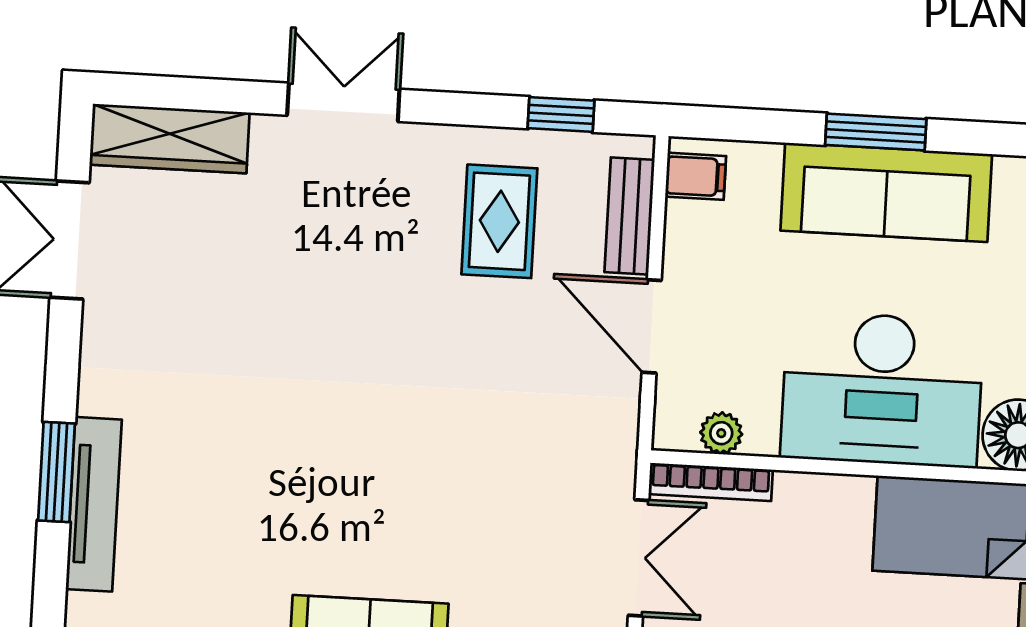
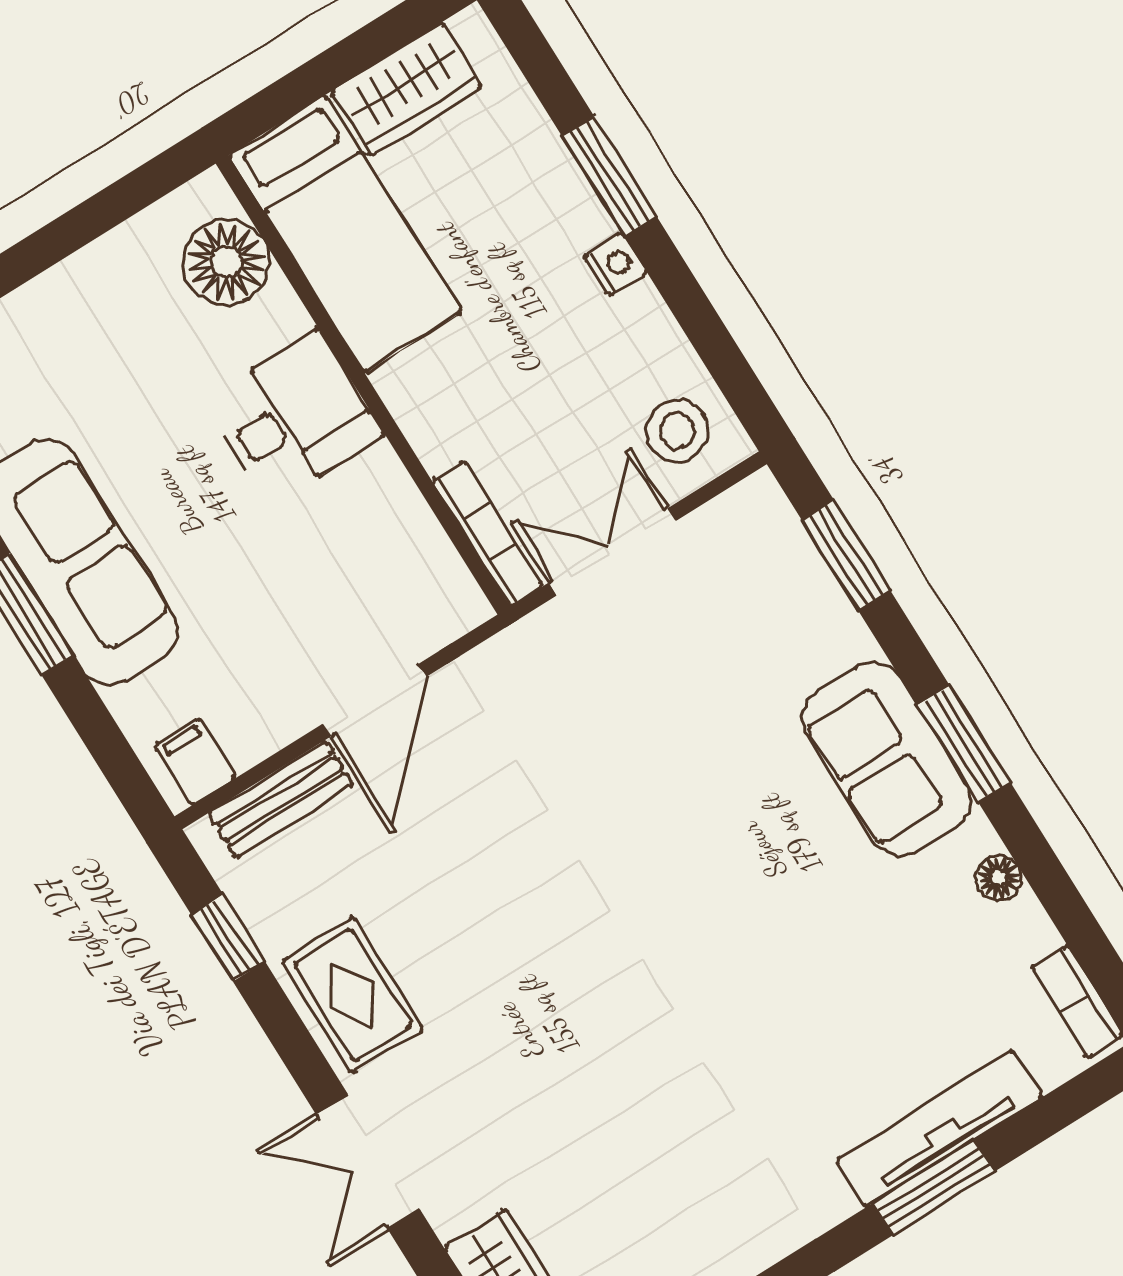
rug: (499, 221) -> (352, 995), moved, turned 90
desk: (882, 389) -> (293, 418), width x0.53, depth x0.77
plant: (721, 433) -> (432, 557), removed

